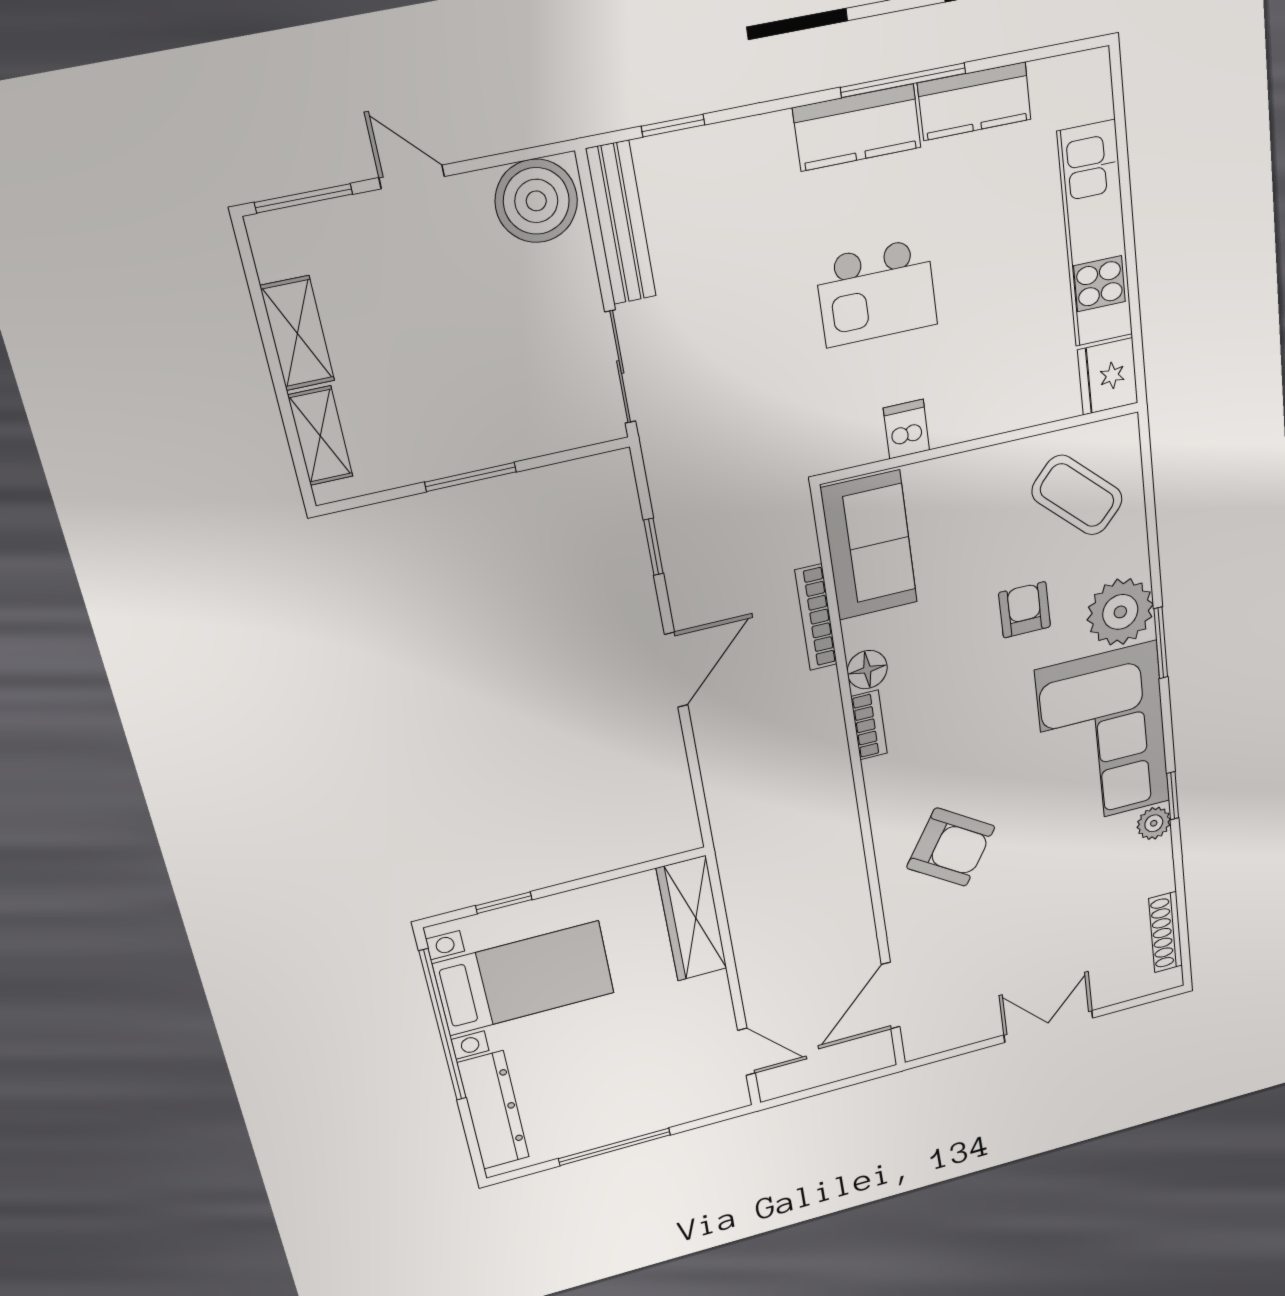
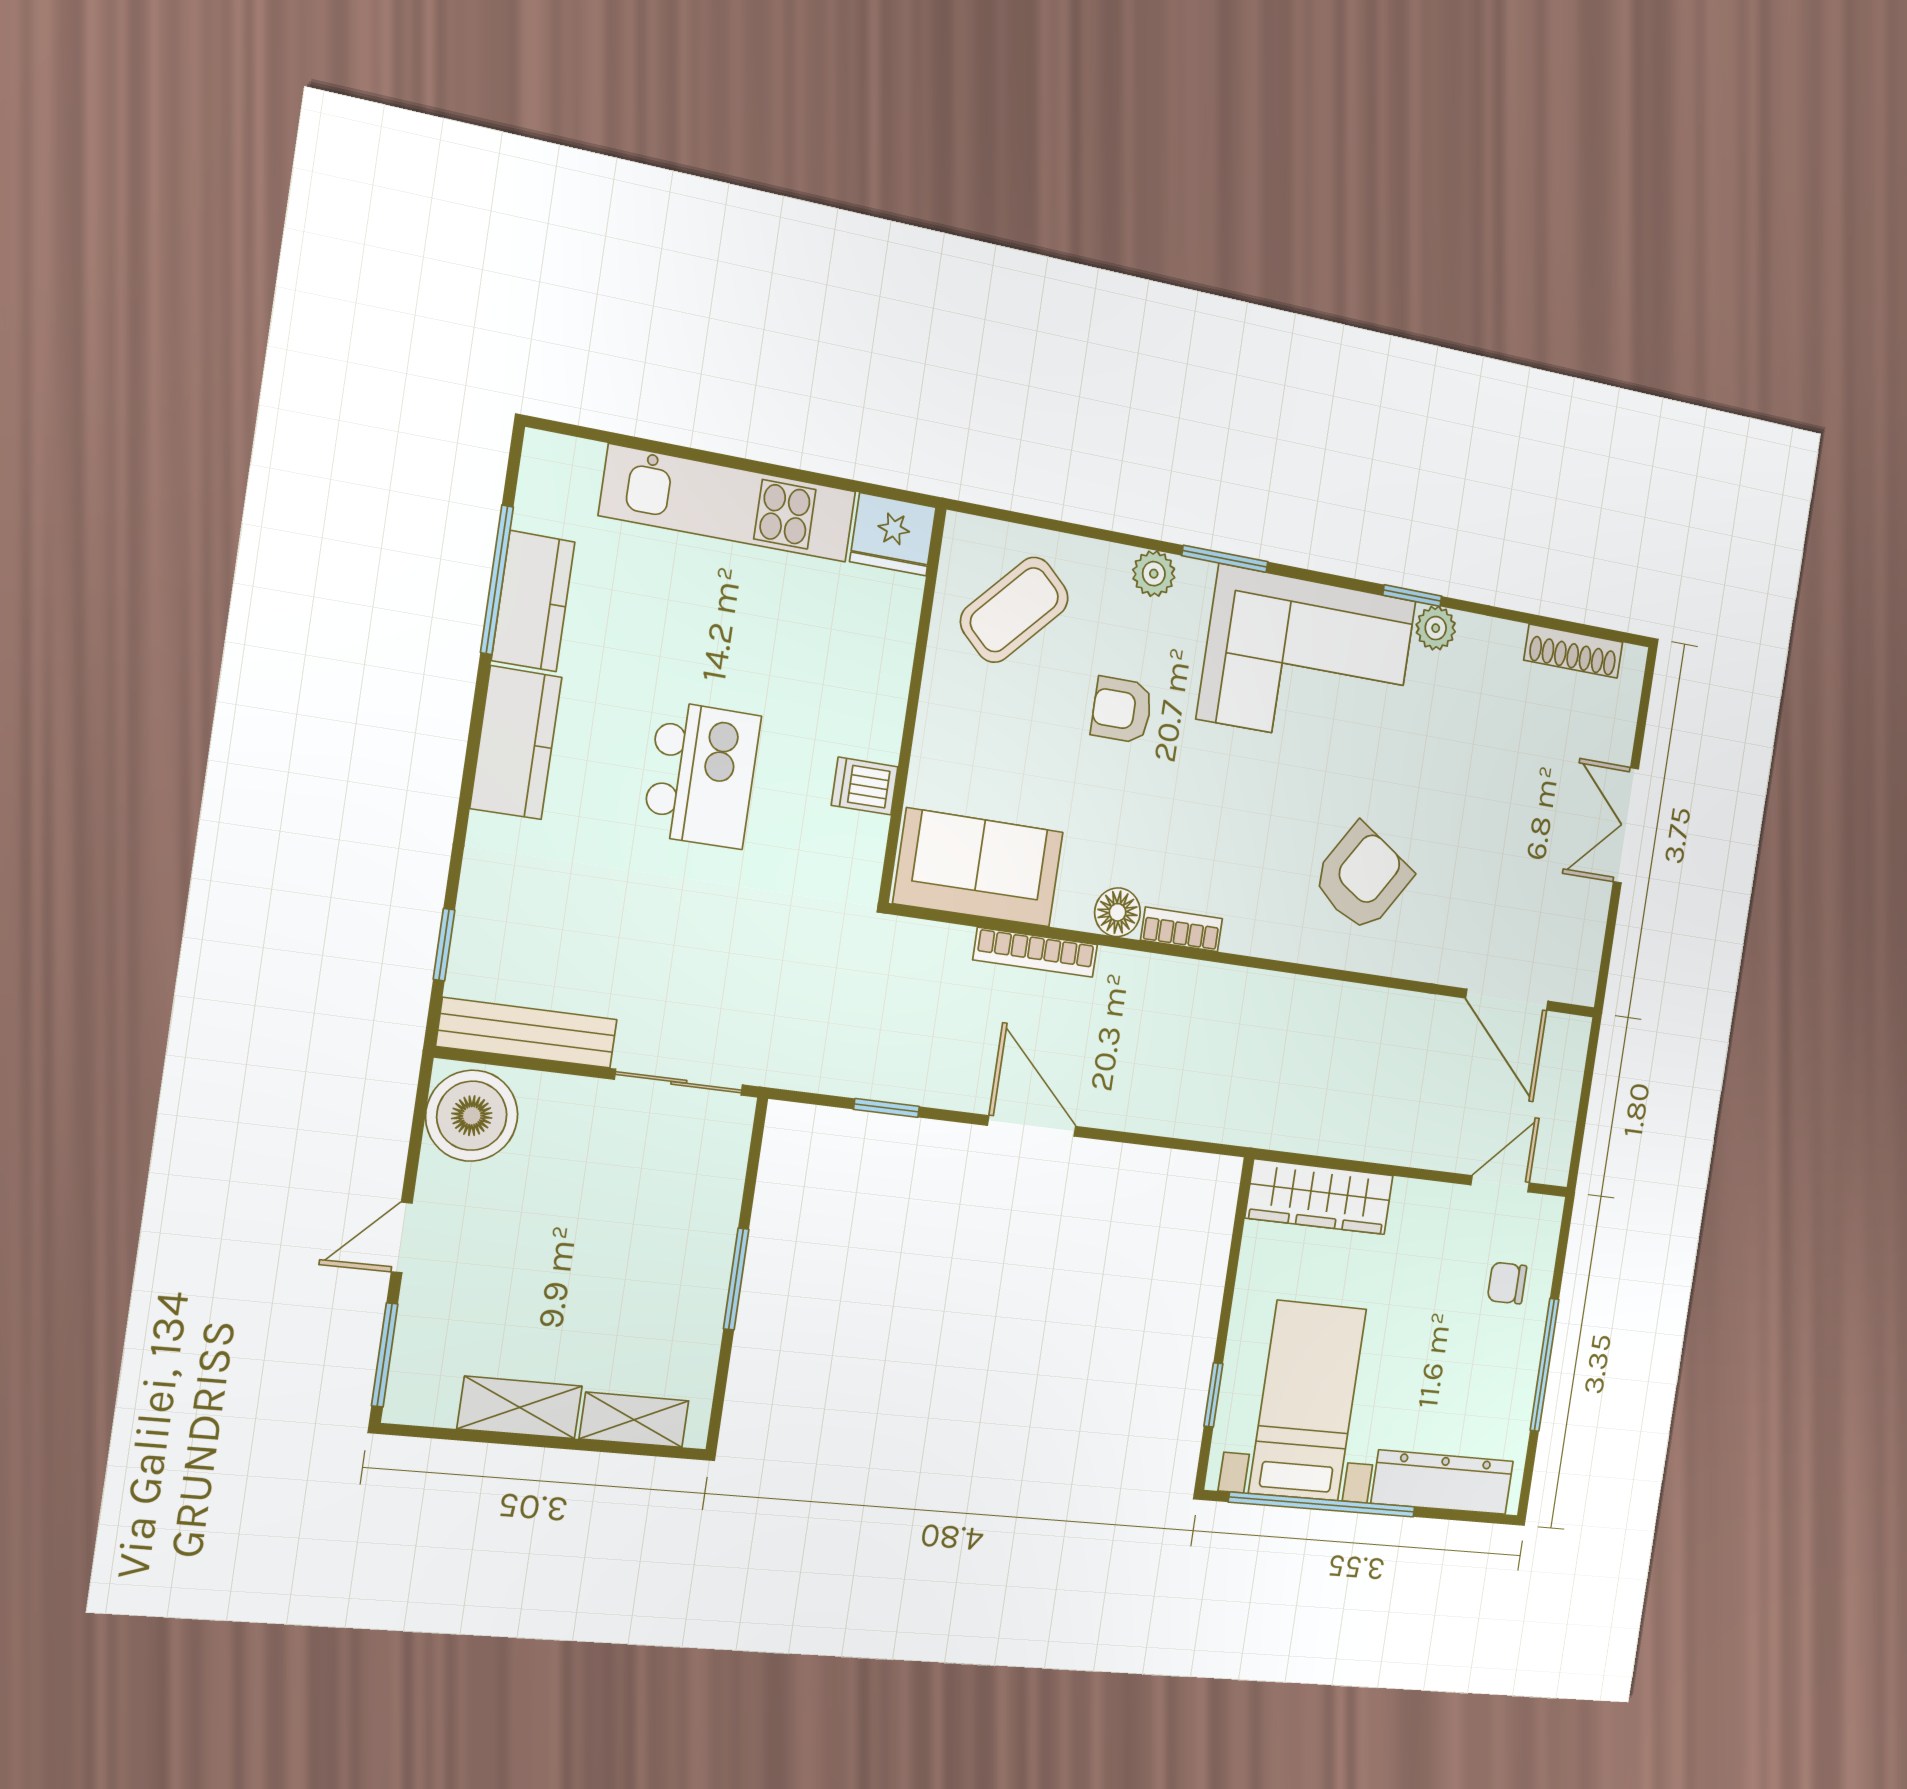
window: (903, 80) -> (497, 580), moved
plant: (1120, 612) -> (1154, 574), width x0.53, depth x0.53
chair: (670, 1091) -> (1507, 1283), added

